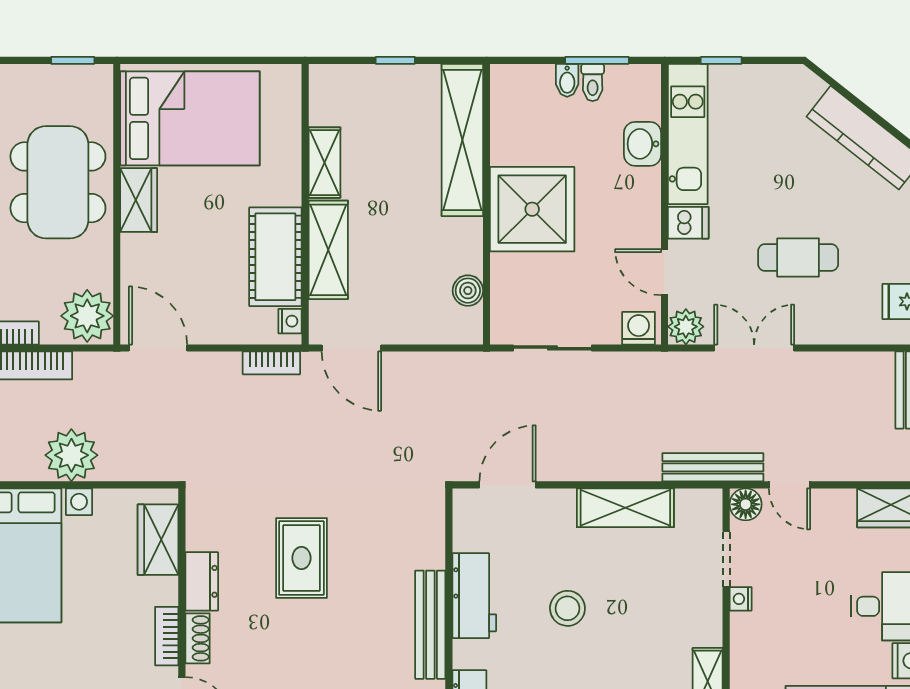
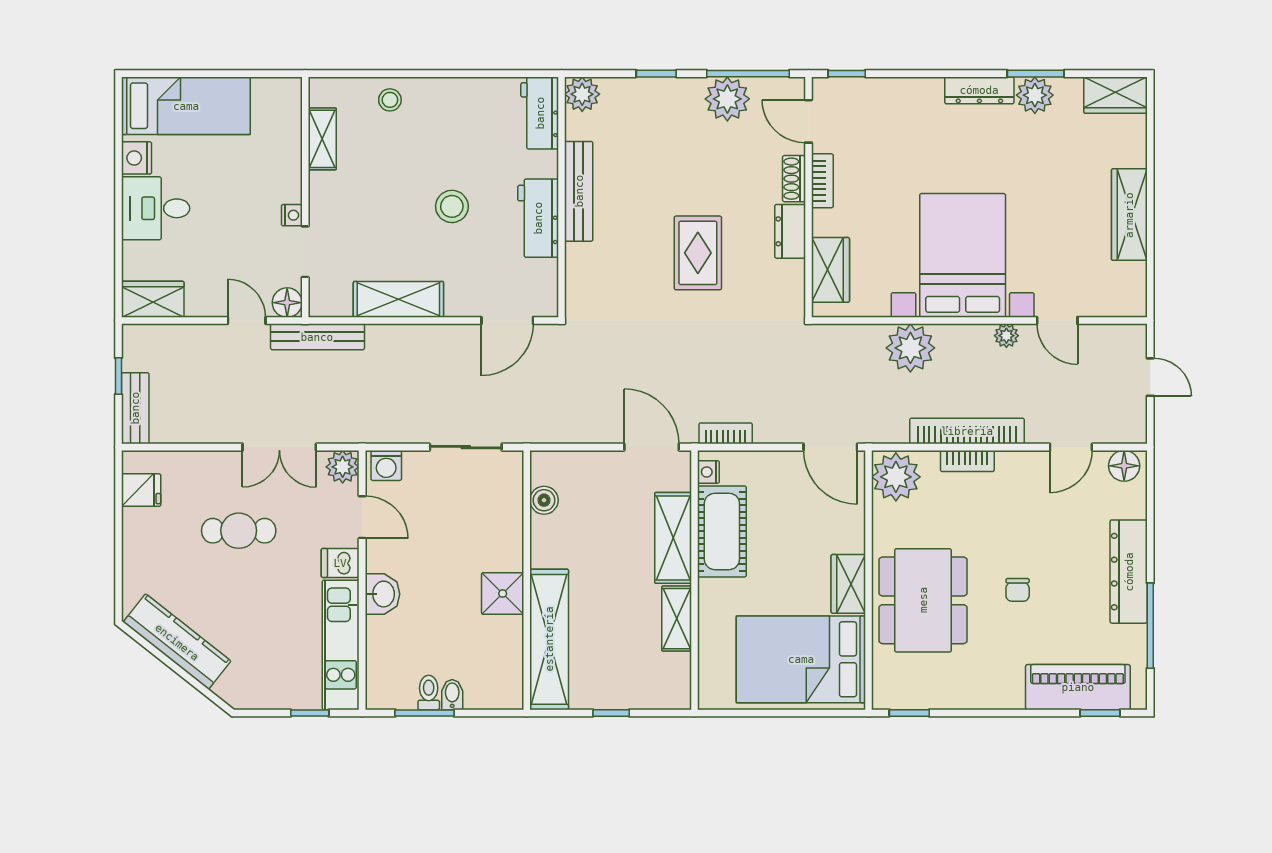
washbasin: (643, 144) -> (383, 594), moved
shower: (532, 209) -> (503, 593), width x0.54, depth x0.54

